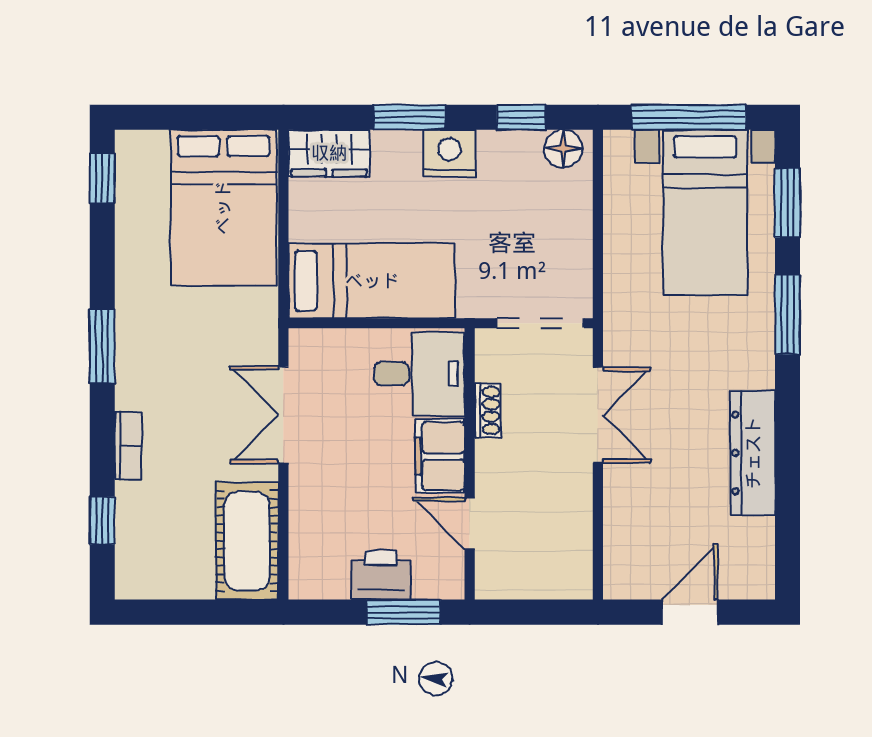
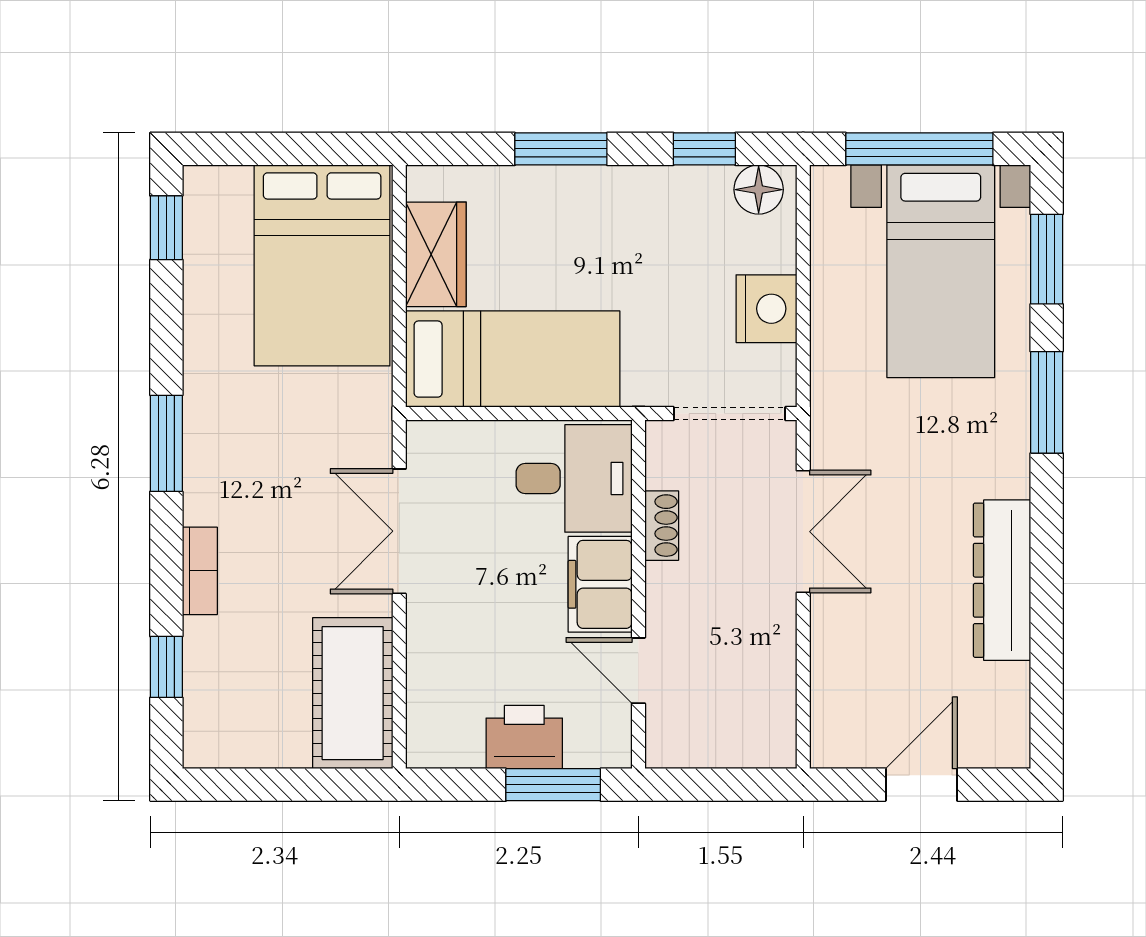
wardrobe: (329, 153) -> (436, 254), moved, turned -90
nightstand: (449, 153) -> (766, 309), moved, turned 90

